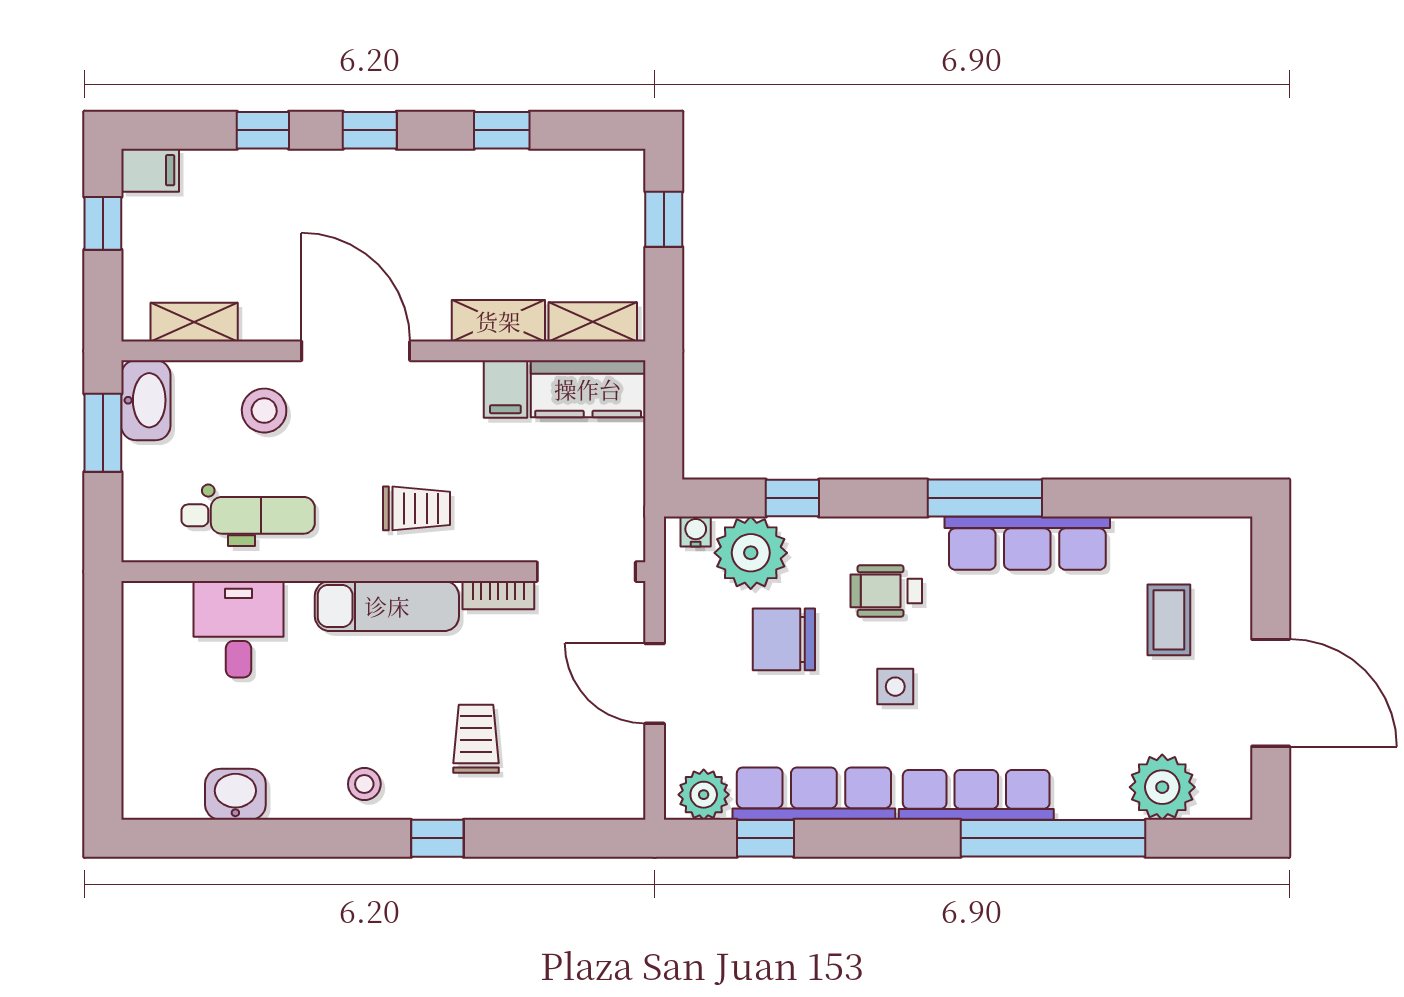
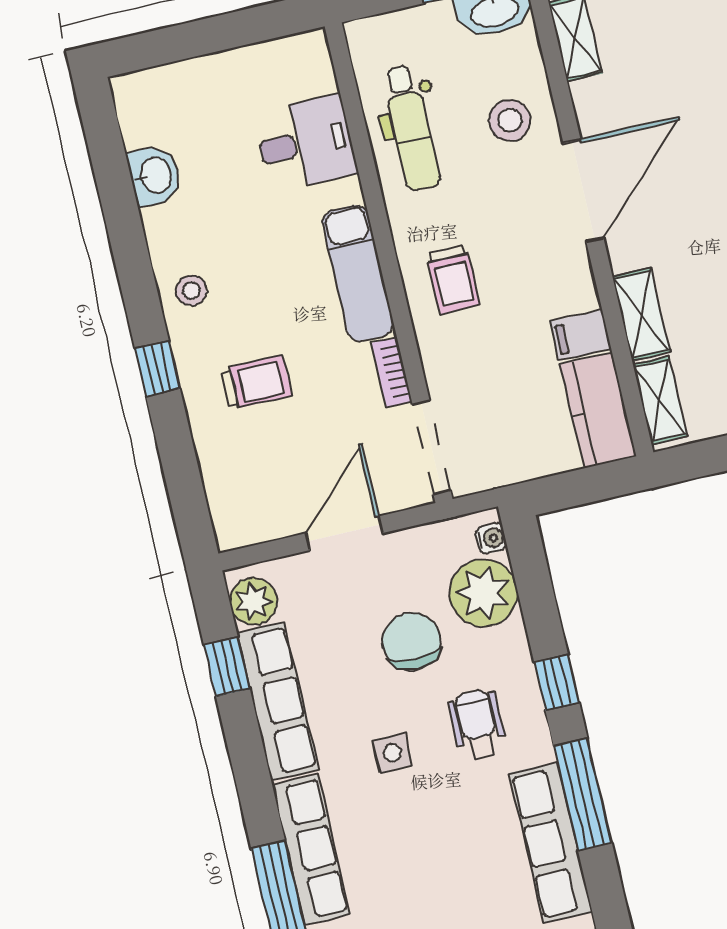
window: (792, 498) -> (557, 683), moved

